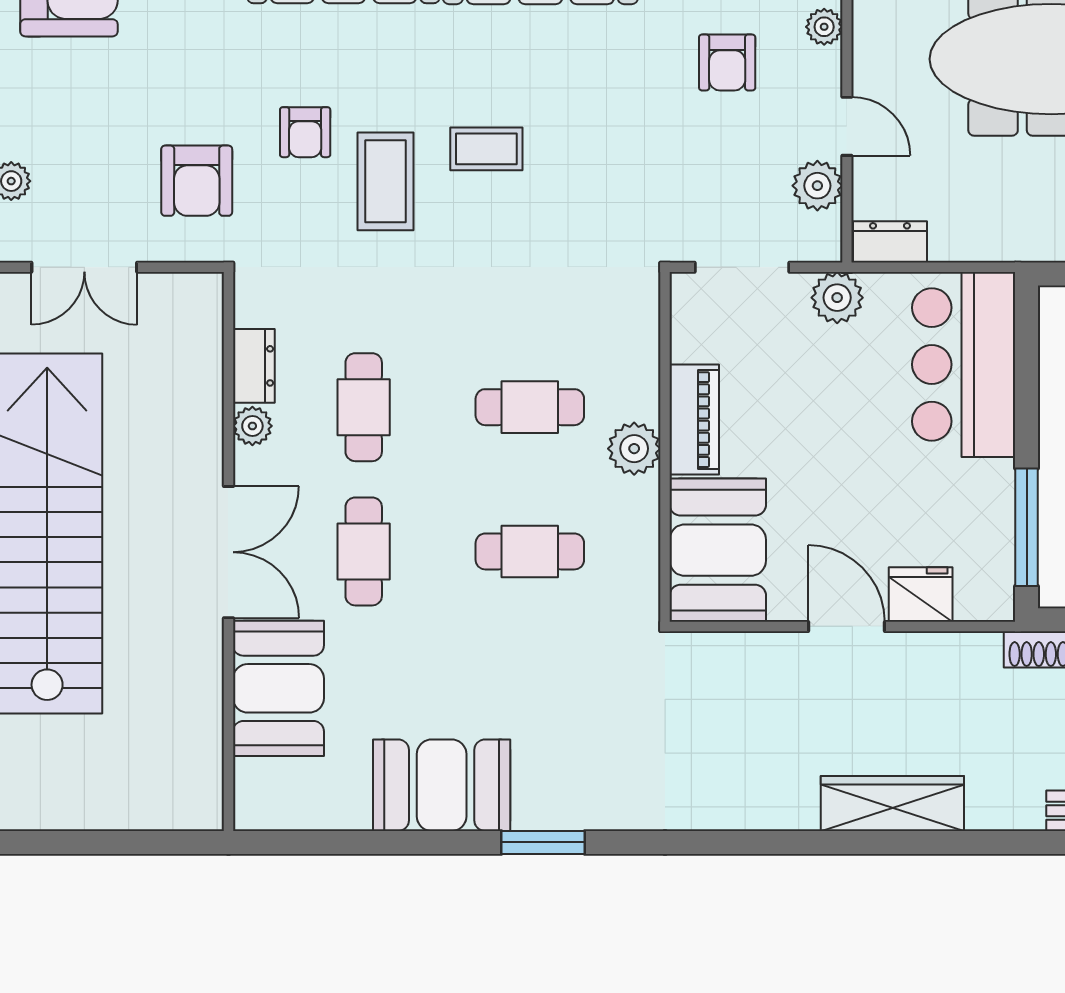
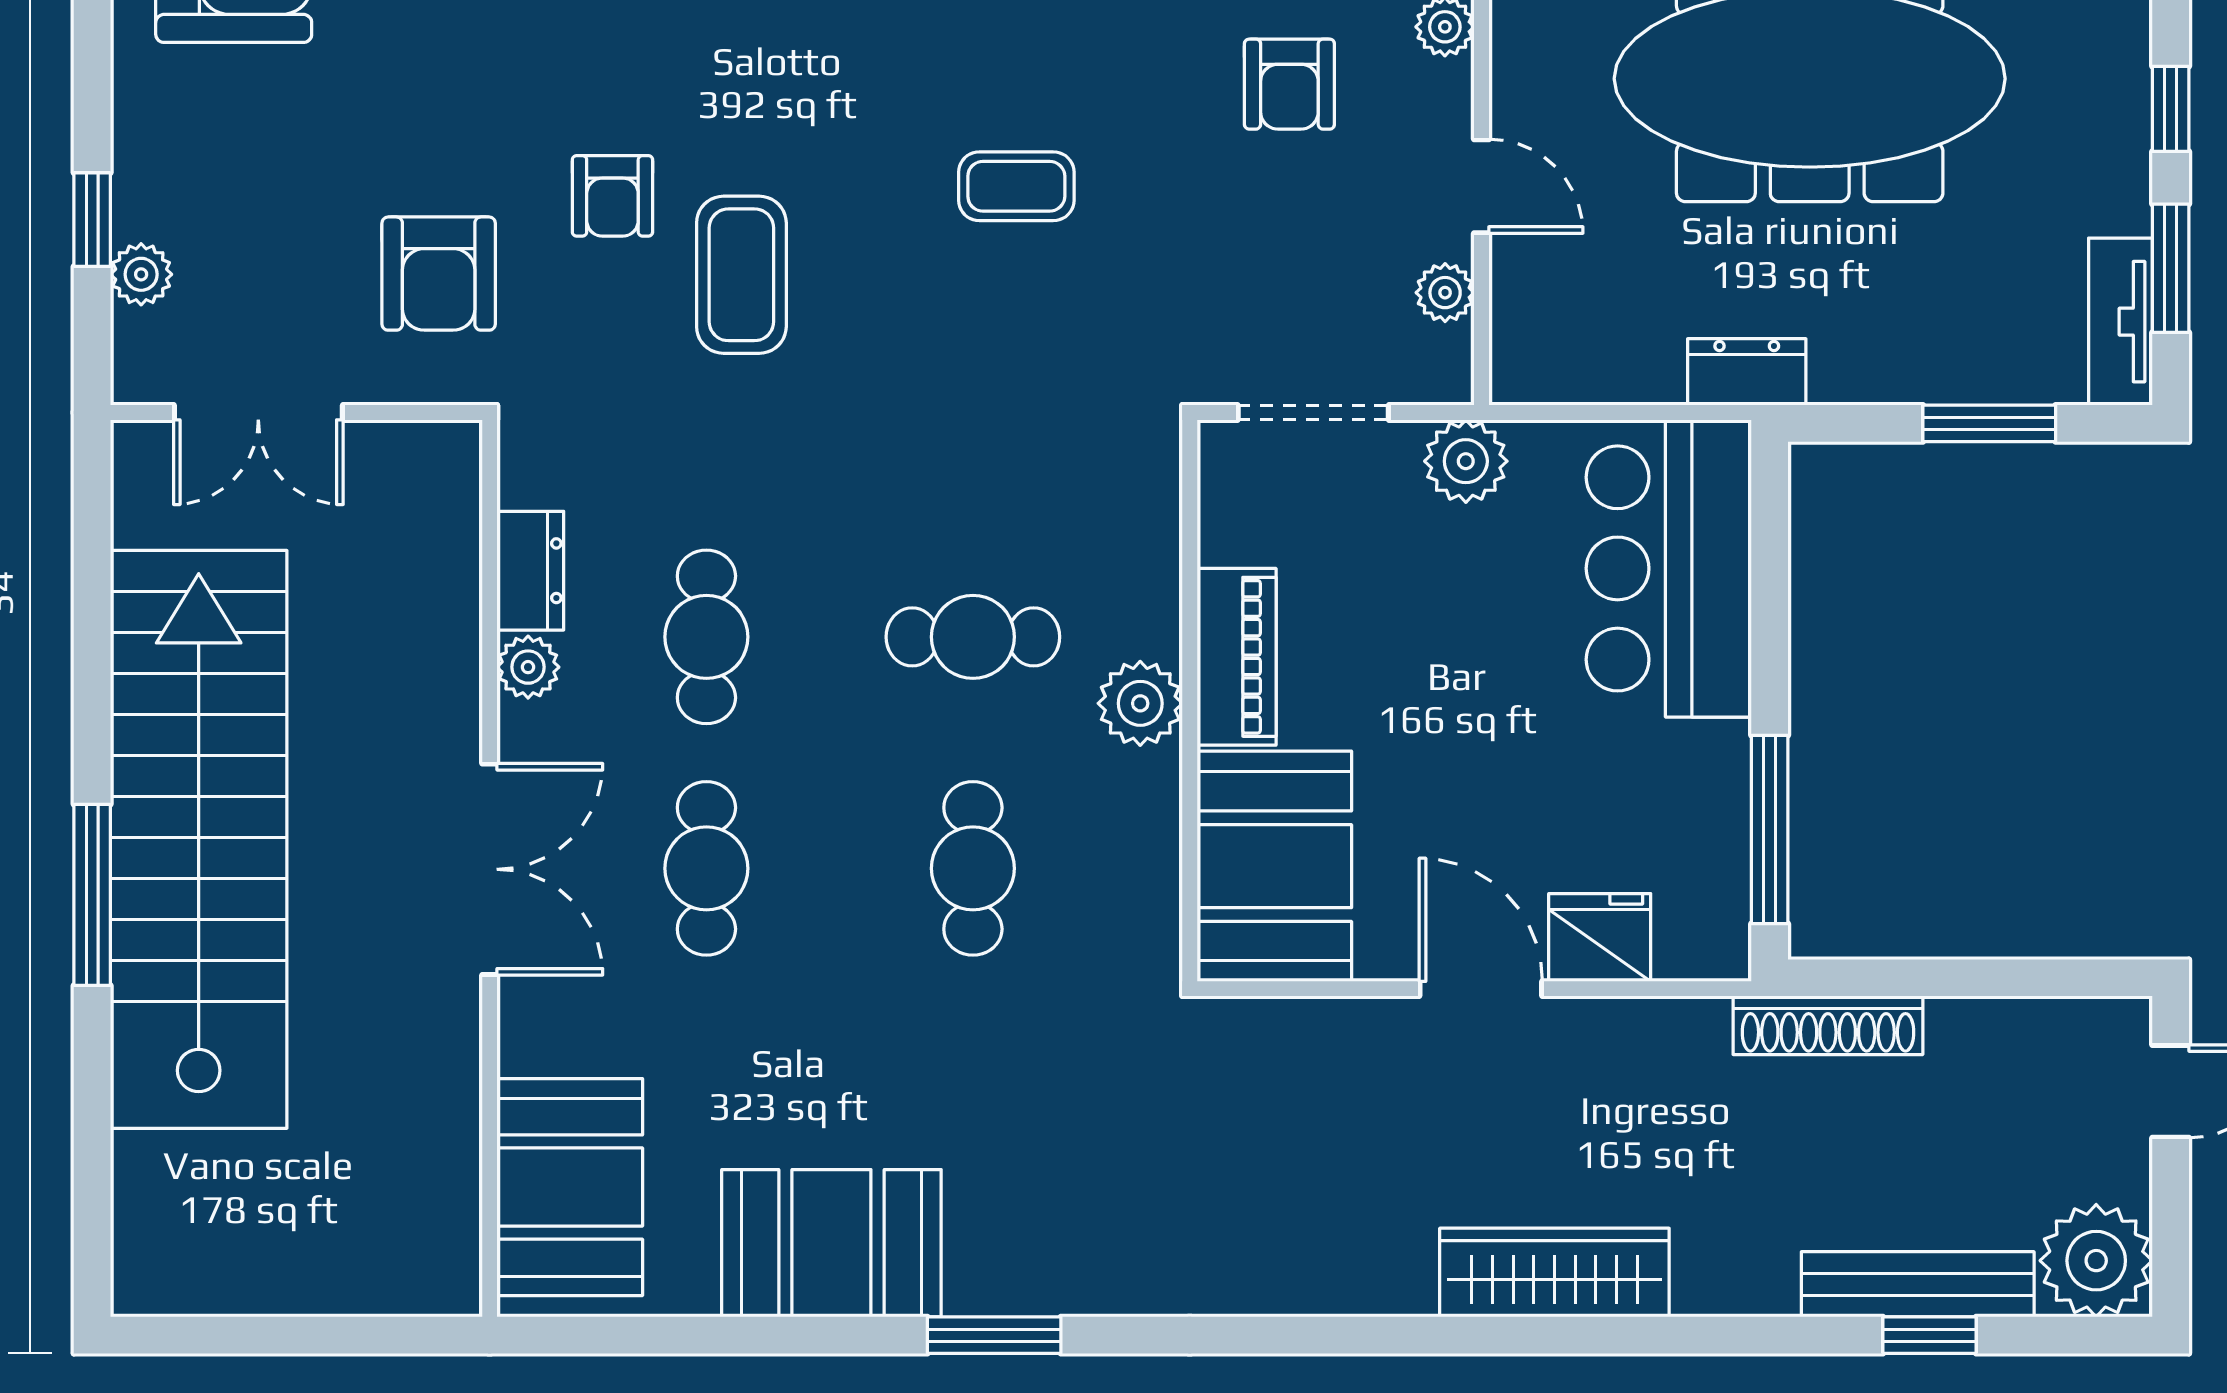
coffee table: (486, 149) -> (1016, 186), moved
plant: (817, 186) -> (1445, 293), width x0.73, depth x0.73
dresser: (890, 242) -> (1747, 372), moved
cafe table: (530, 551) -> (973, 868), turned 90
booth: (278, 688) -> (570, 1187), moved

